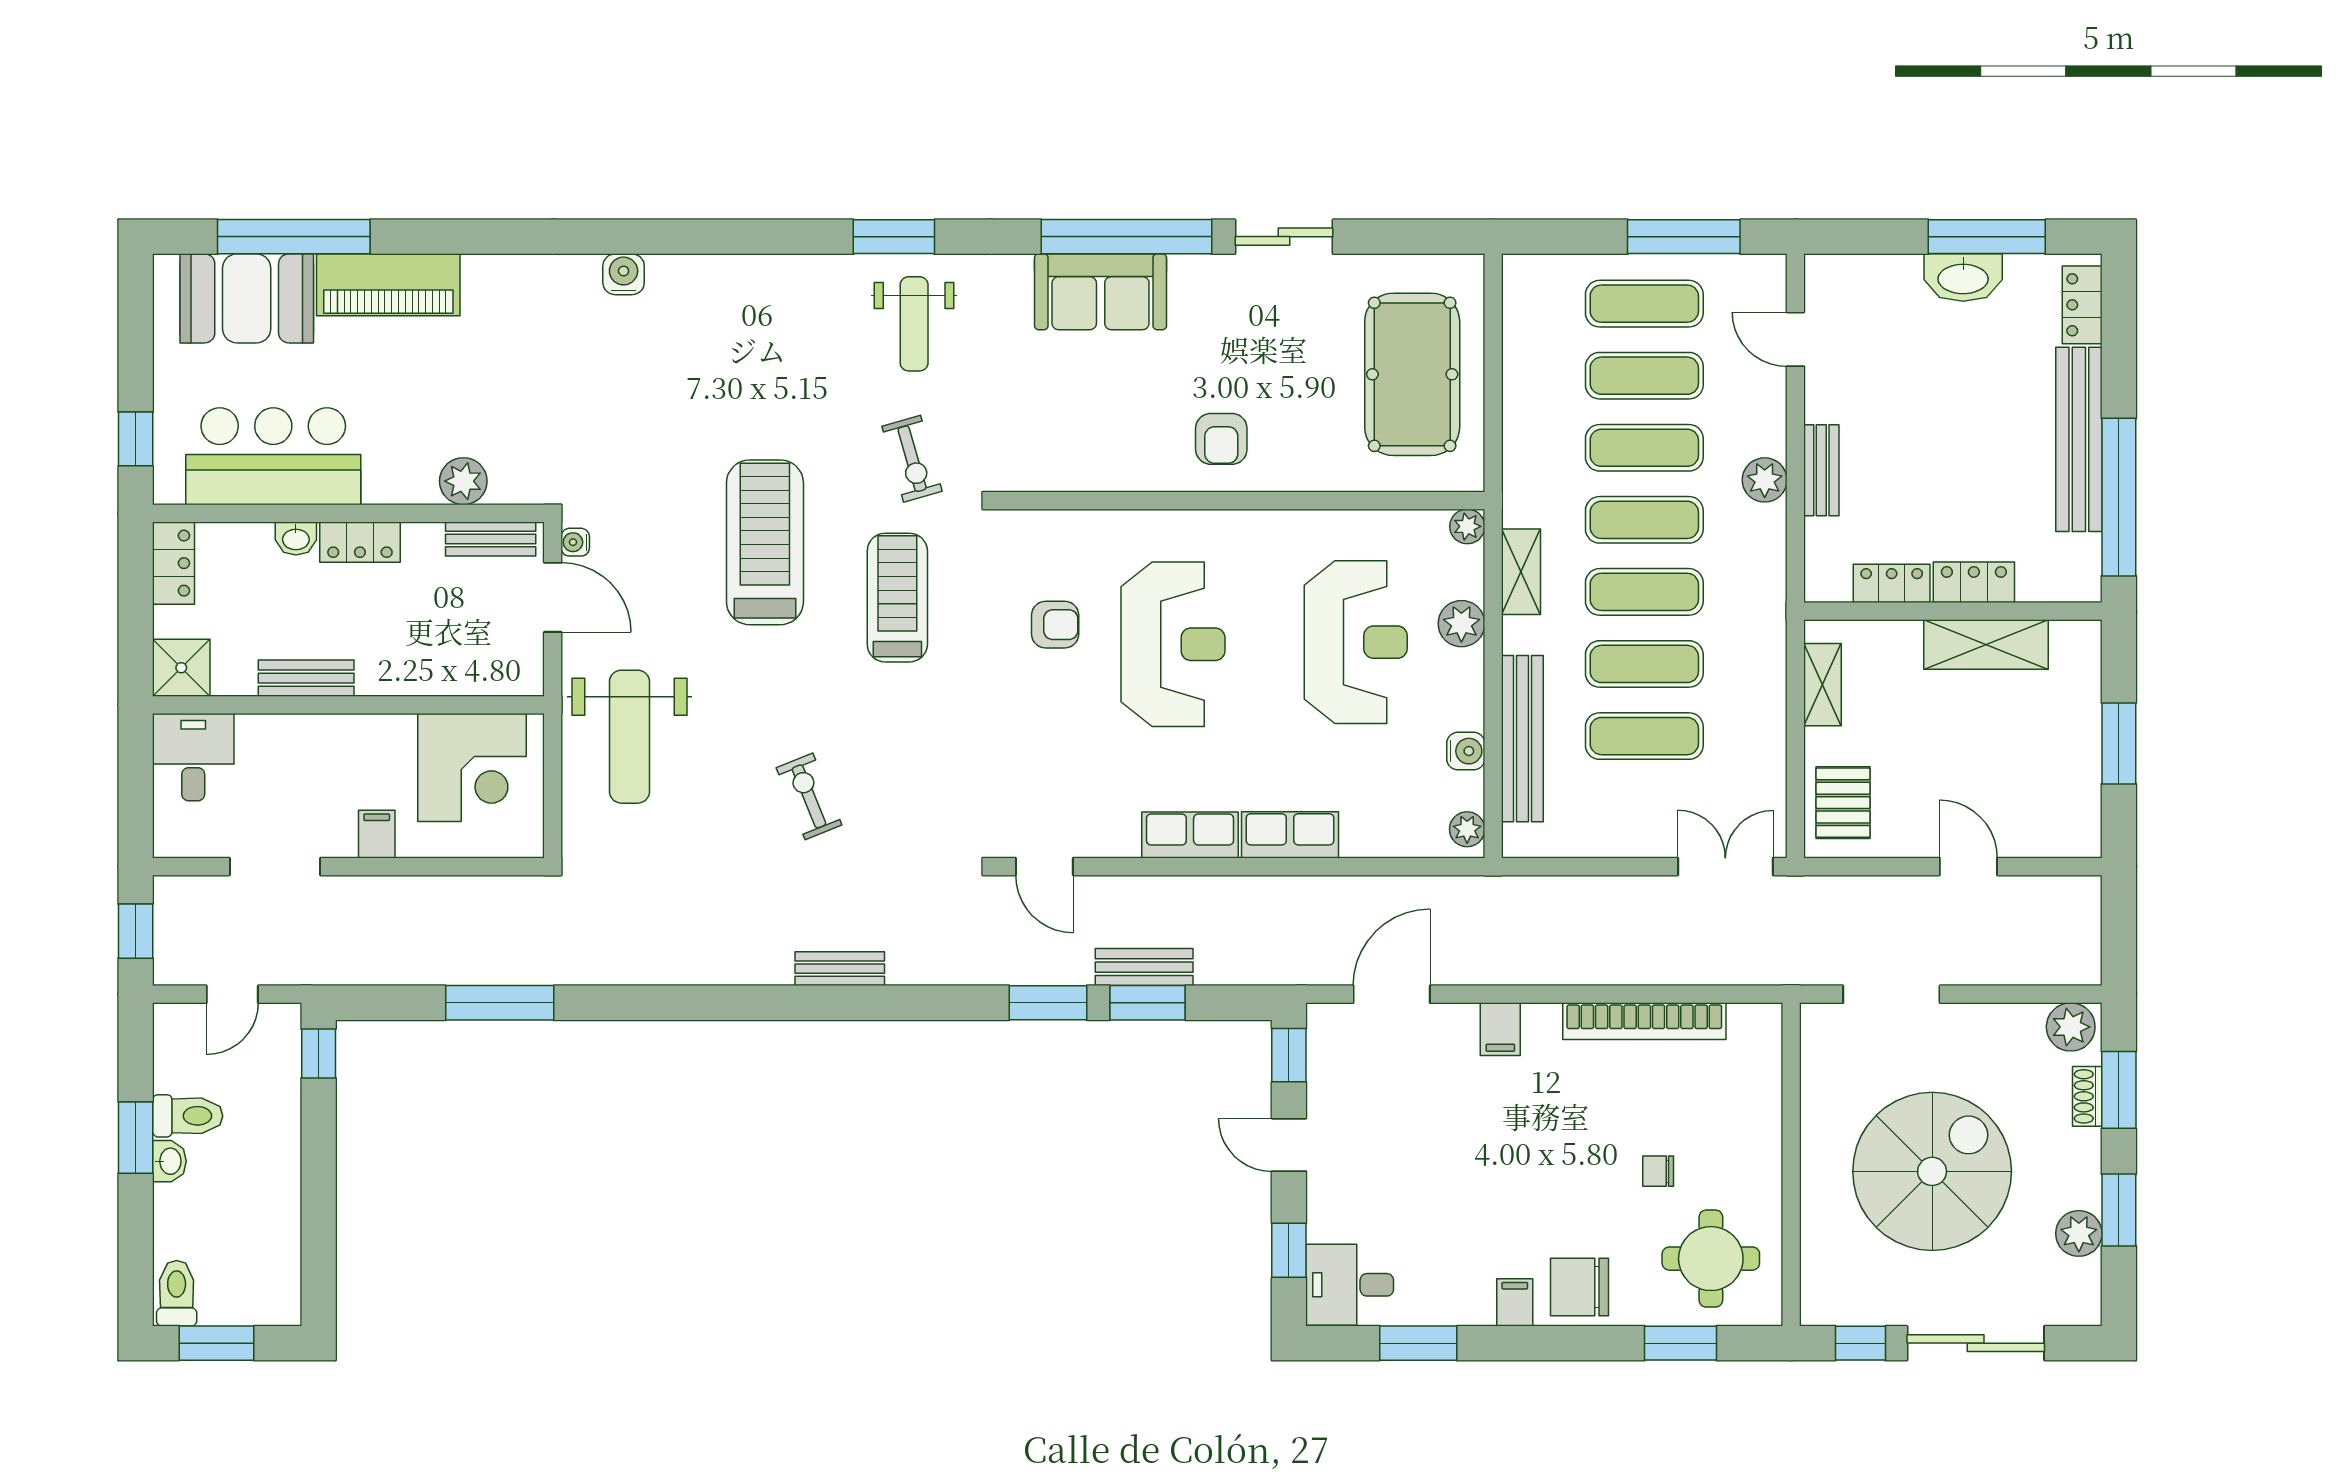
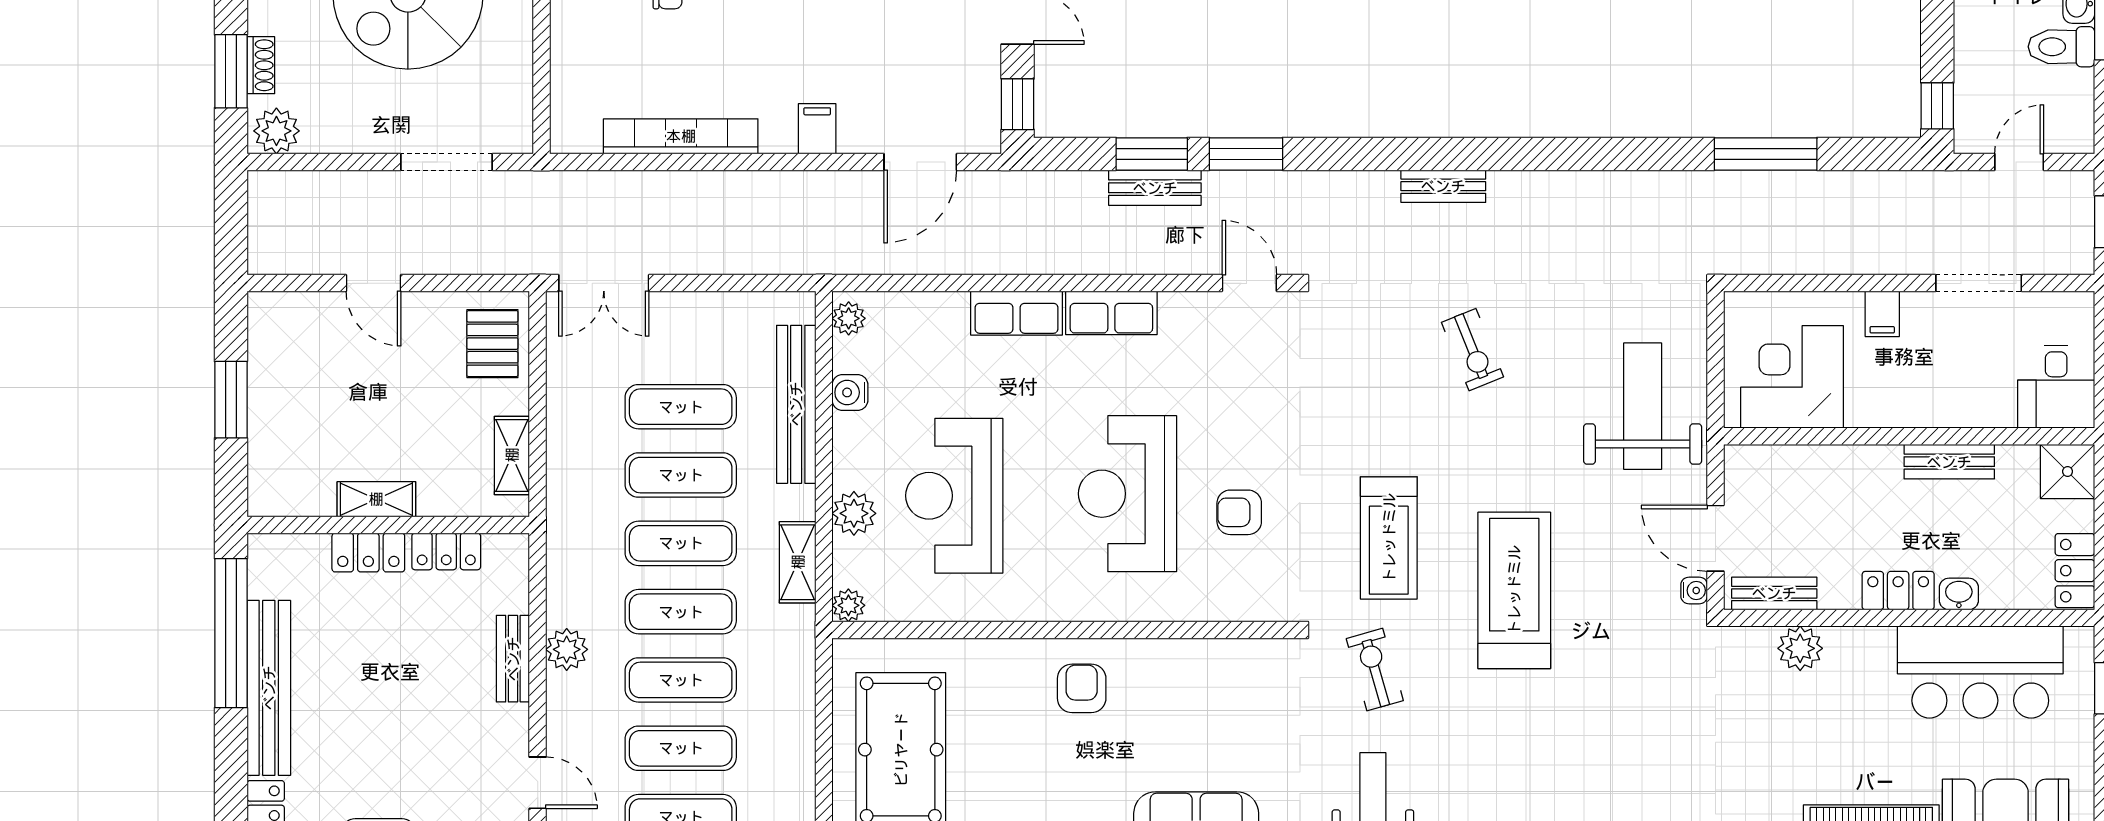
treadmill: (765, 542) -> (1514, 590), turned 180
shelving: (1986, 645) -> (376, 499), width x0.67, depth x0.75

